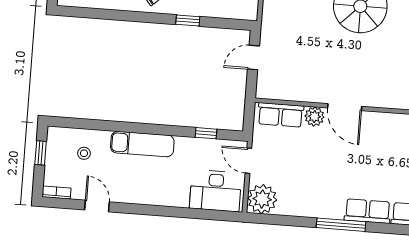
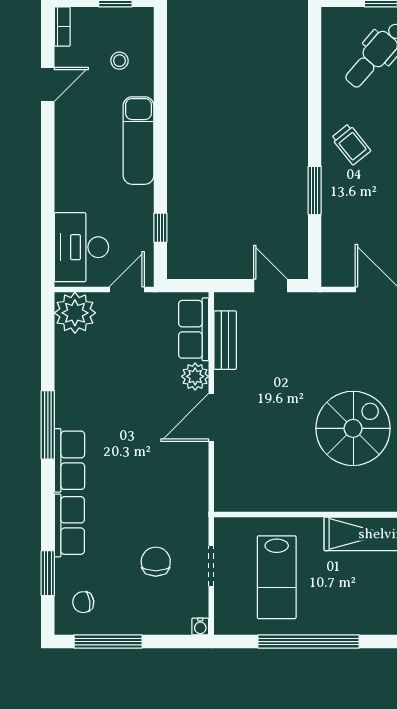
window: (188, 21) -> (315, 190), width x1.50
bench: (290, 93) -> (225, 340), added

